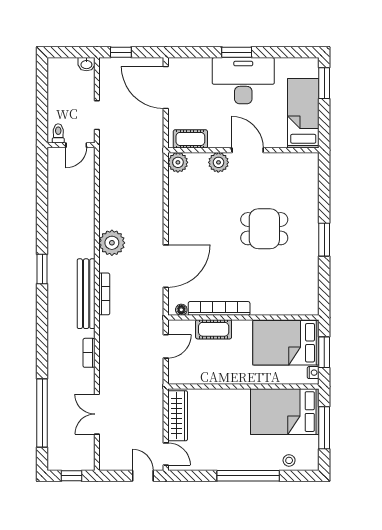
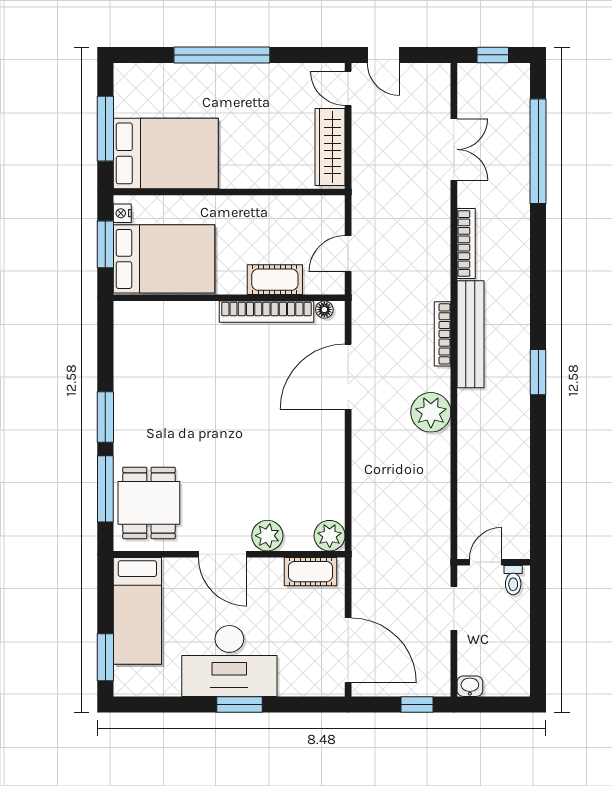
window: (324, 193) -> (105, 489), added
dining table: (264, 229) -> (149, 503), moved, turned 90
bookcase: (89, 353) -> (466, 243), width x1.56
stool: (289, 460) -> (159, 78), removed

